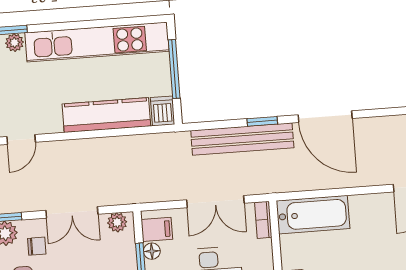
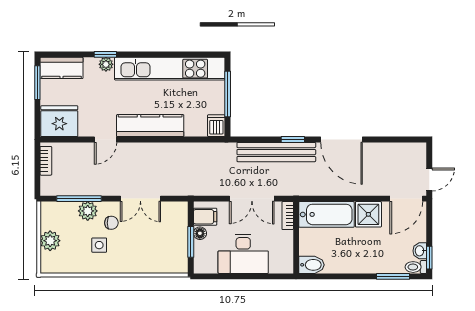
kitchen counter: (106, 115) -> (150, 126), moved
shower: (367, 210) -> (368, 214), added
plant: (117, 222) -> (175, 209), removed

